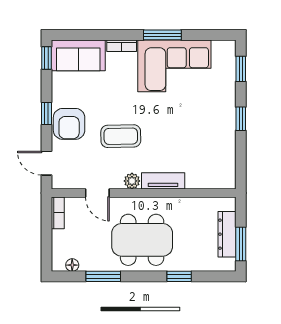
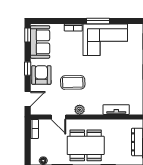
sofa: (78, 55) -> (40, 42), moved, turned -90
armchair: (69, 124) -> (41, 75), turned 180
door: (46, 163) -> (28, 99), swing flipped
tv unit: (163, 181) -> (116, 110), moved

